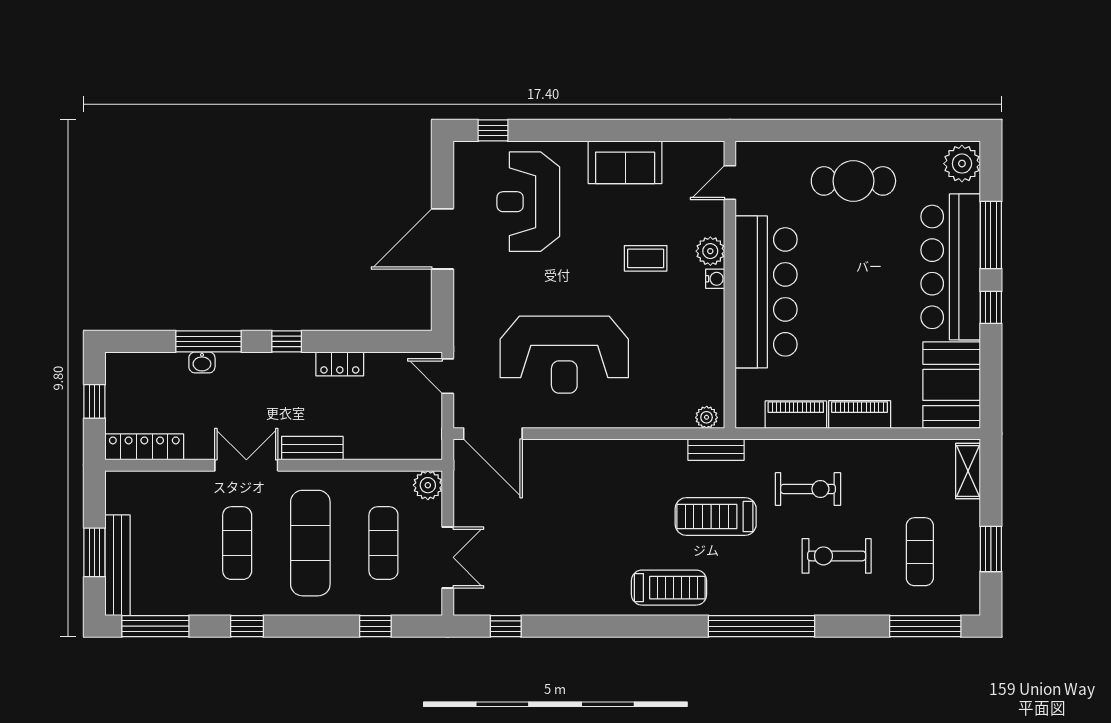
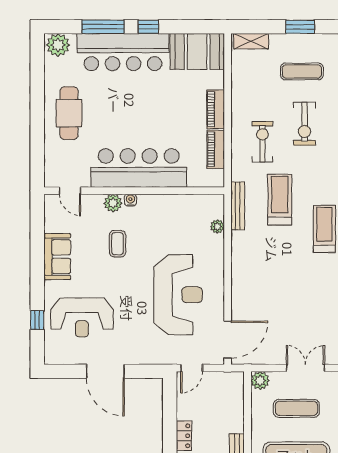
window: (493, 130) -> (37, 320), moved
plant: (707, 417) -> (217, 226), moved
bench: (716, 450) -> (238, 206), width x1.36
treadmill: (716, 516) -> (280, 200), turned 180

